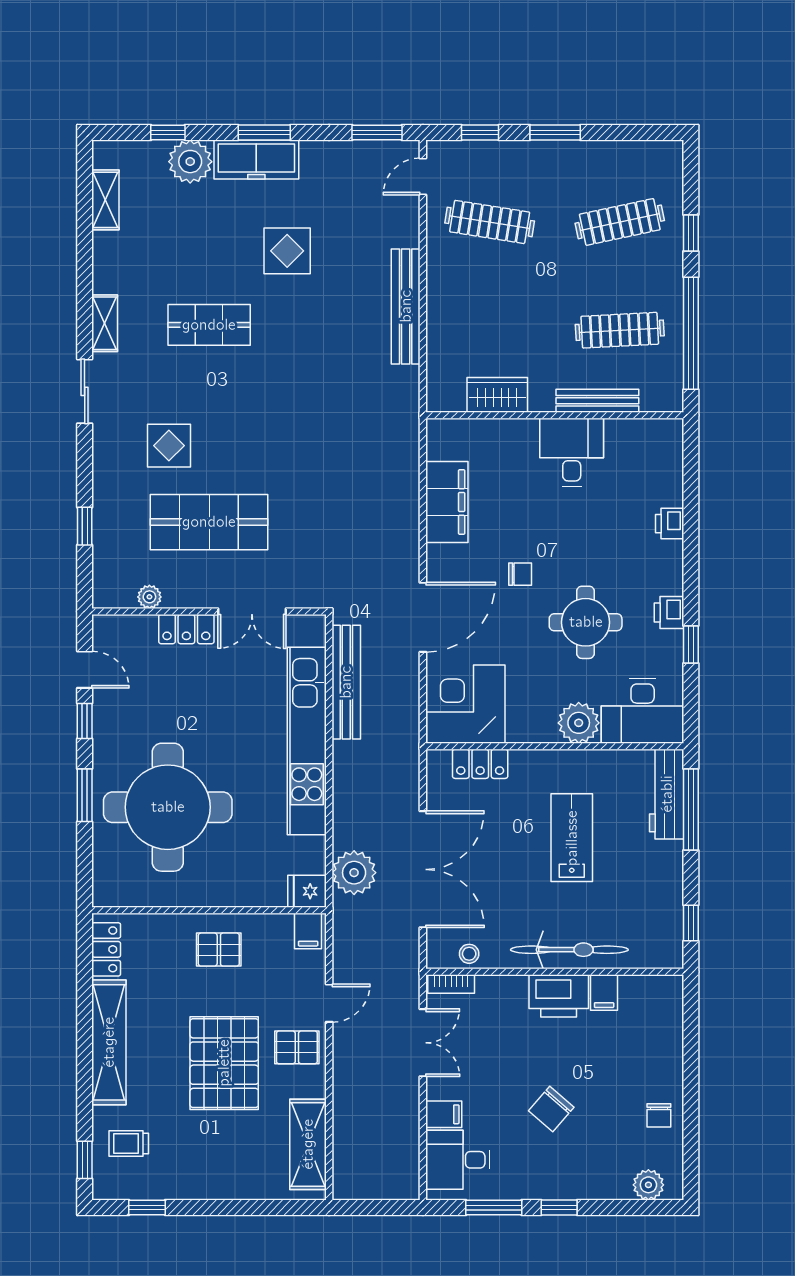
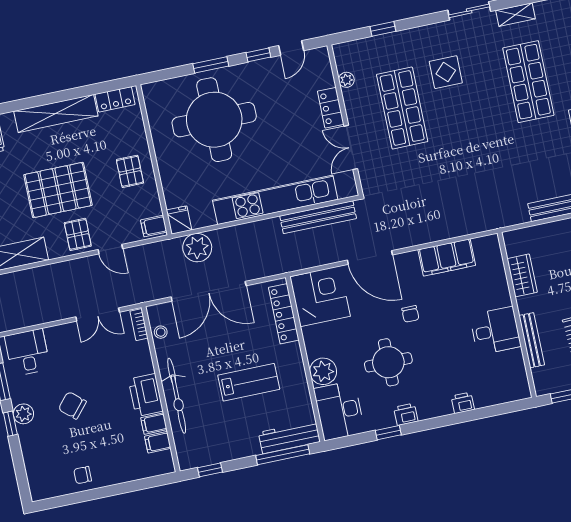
shop shelf: (209, 325) -> (528, 82), width x1.43, depth x1.36
locker: (480, 764) -> (284, 314), width x1.53
filing cabinet: (444, 1114) -> (158, 442), moved, turned 90
plant: (648, 1185) -> (23, 414), moved

